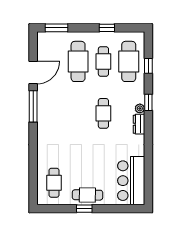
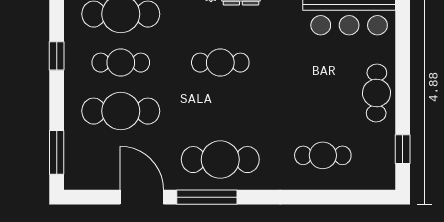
cafe table: (53, 113) -> (220, 160), added
cafe table: (54, 183) -> (323, 155), moved
window: (84, 209) -> (403, 149), moved

